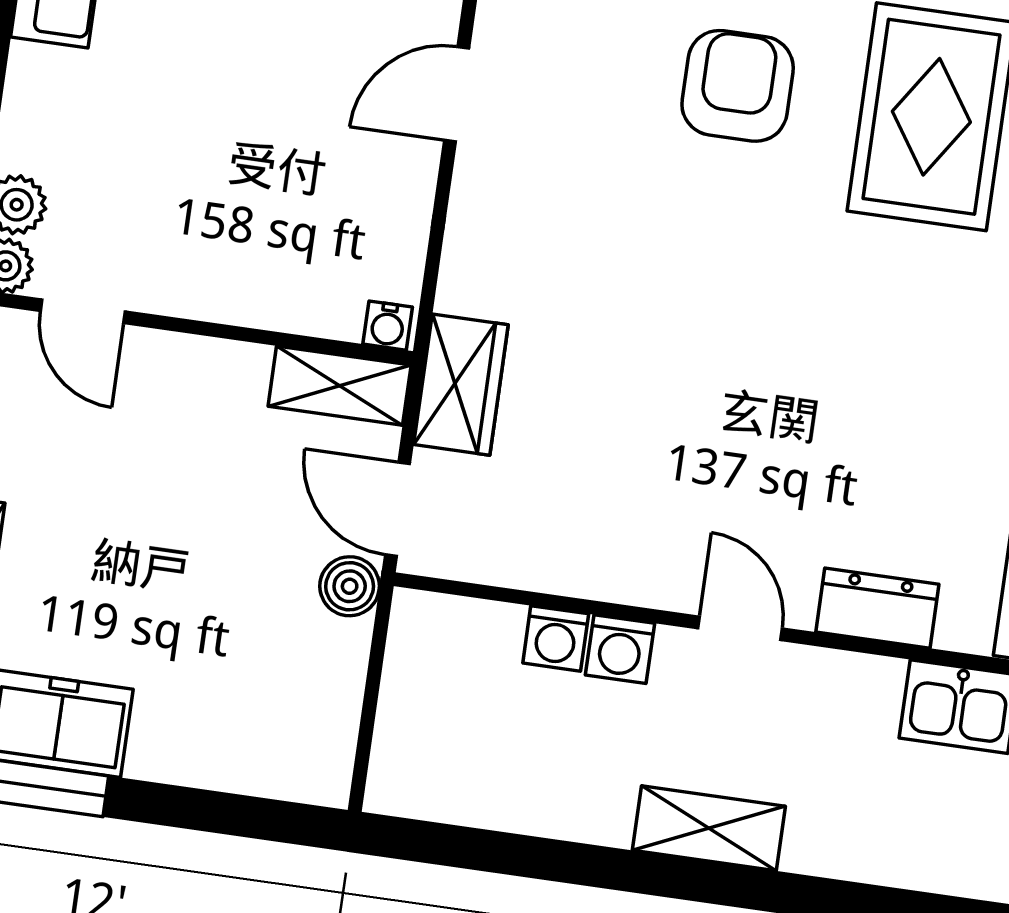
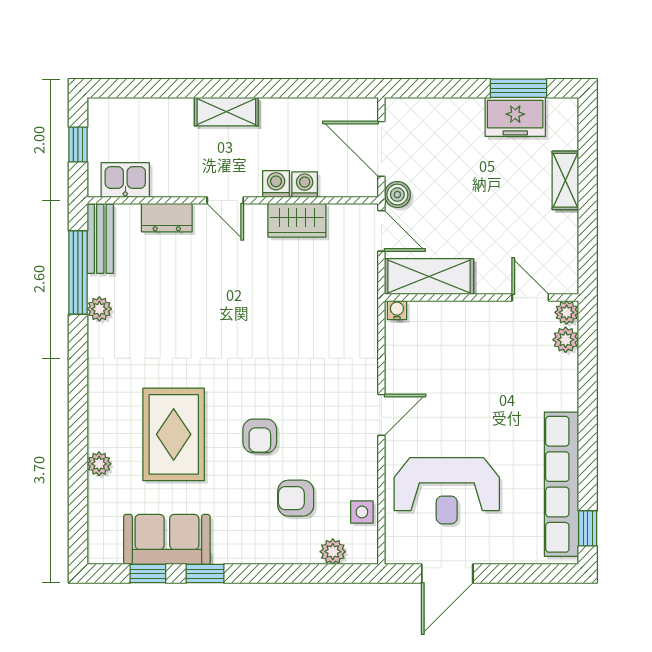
armchair: (738, 86) -> (260, 436), width x0.72, depth x0.72
wardrobe: (461, 385) -> (297, 220), moved, turned -90
shelving: (340, 386) -> (429, 277), width x1.50, depth x1.33
door: (371, 695) -> (381, 149), added

